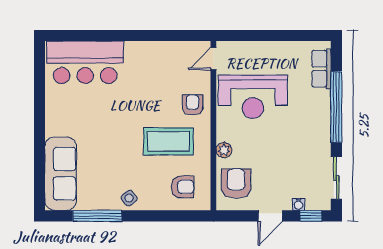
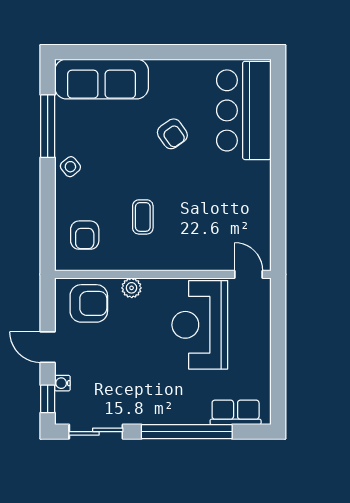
armchair: (193, 105) -> (172, 134), moved, turned 55
coffee table: (168, 141) -> (143, 217), width x0.54, depth x0.58

